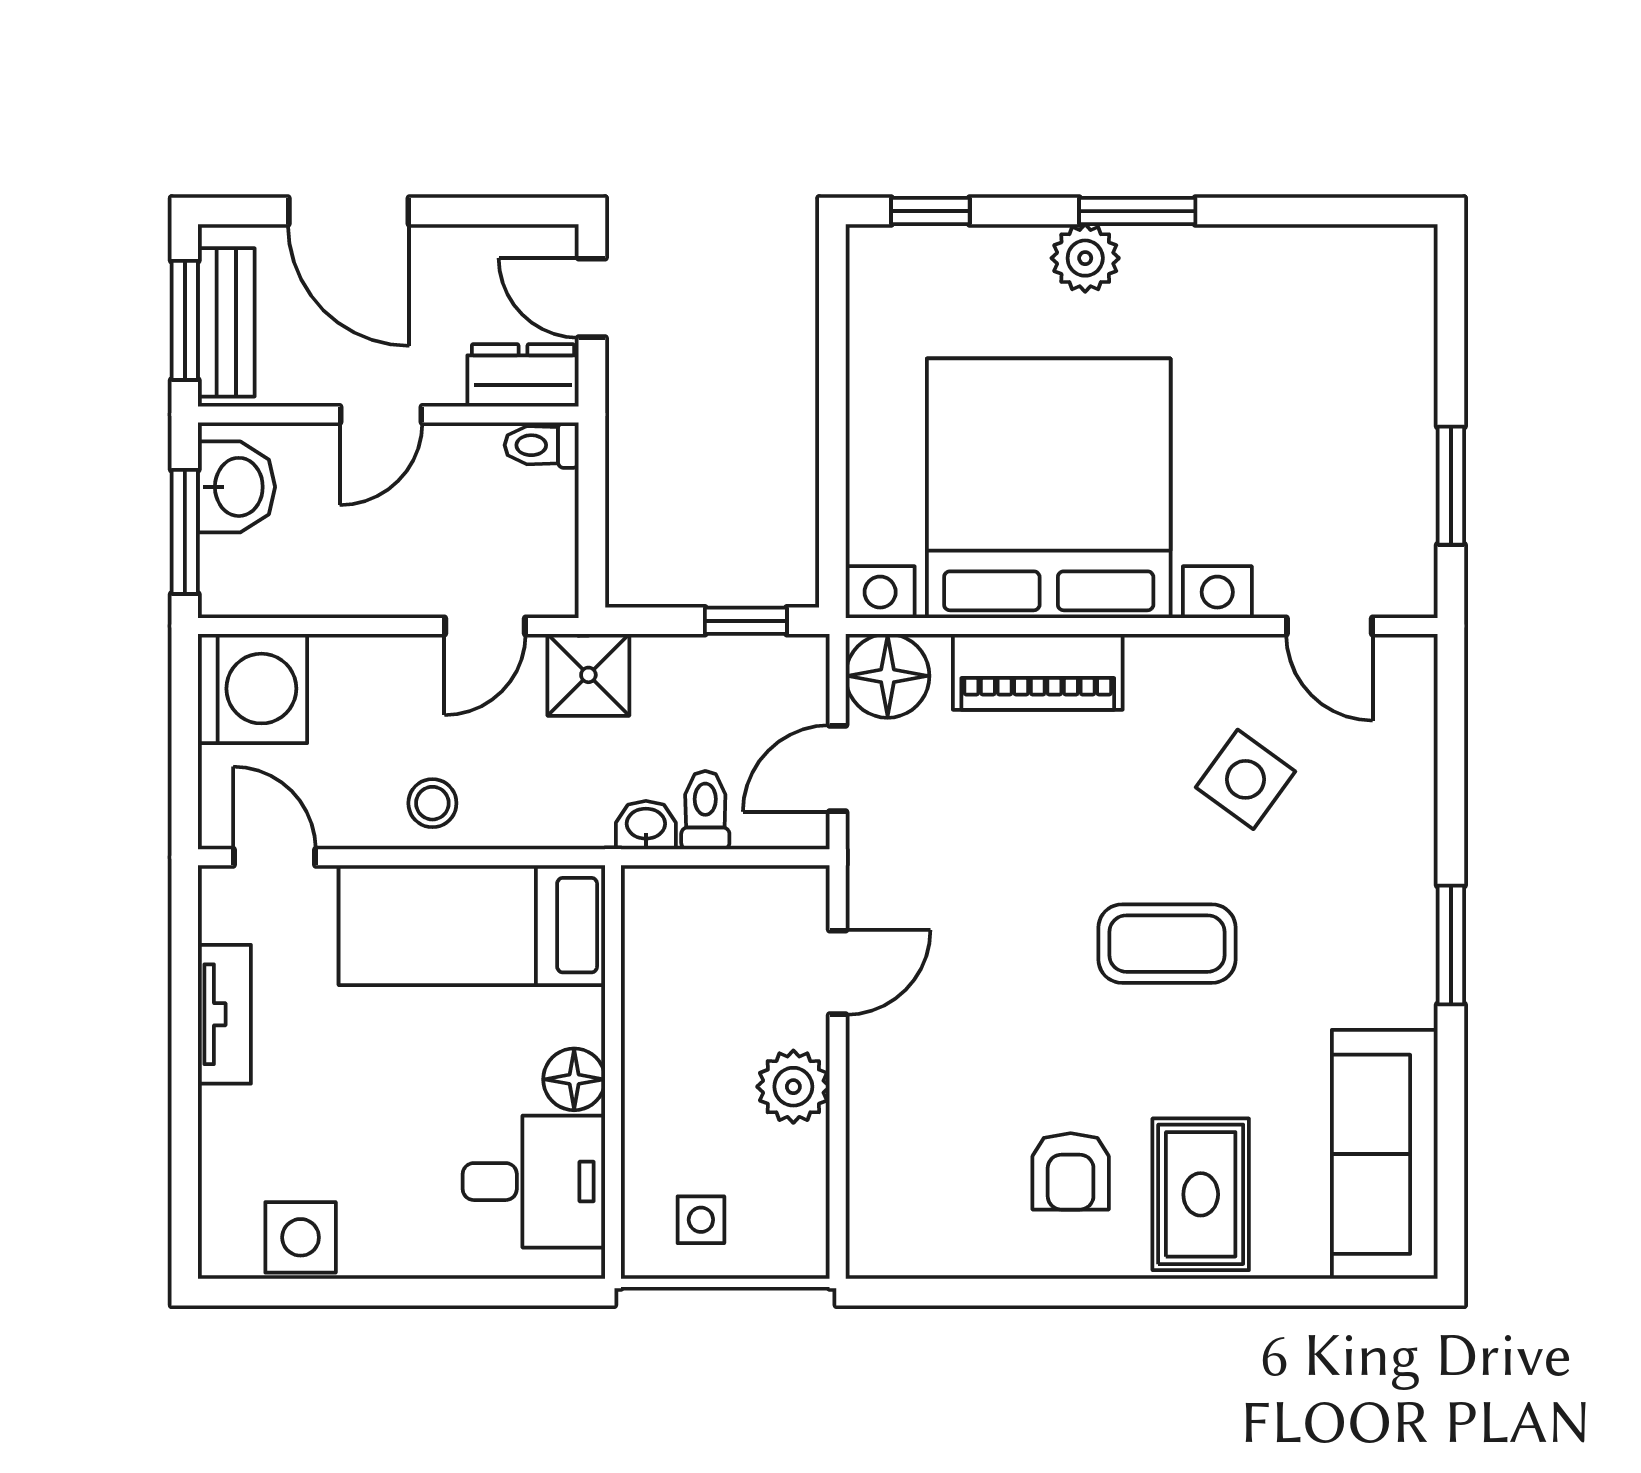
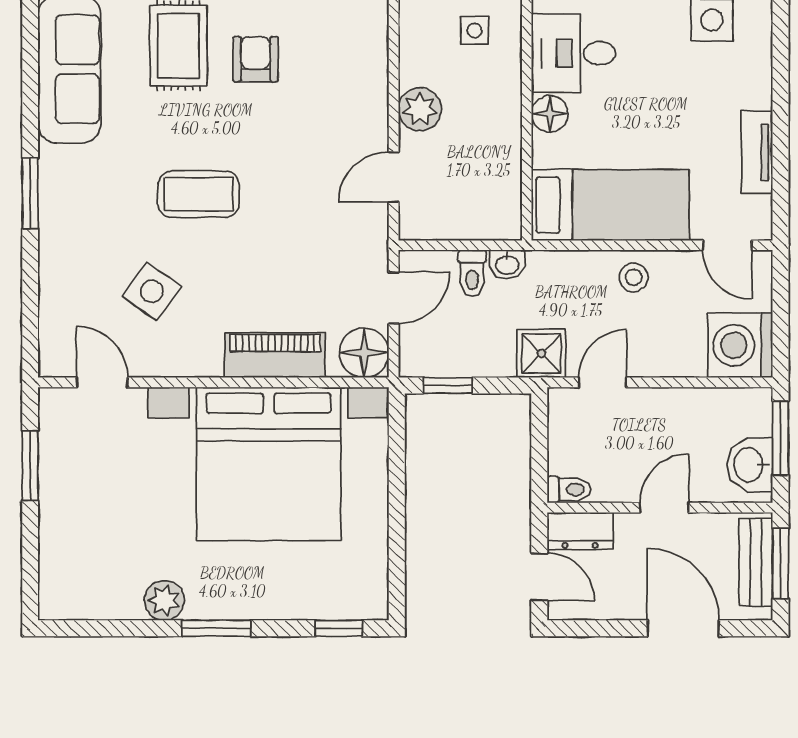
plant: (1085, 258) -> (164, 600), moved

